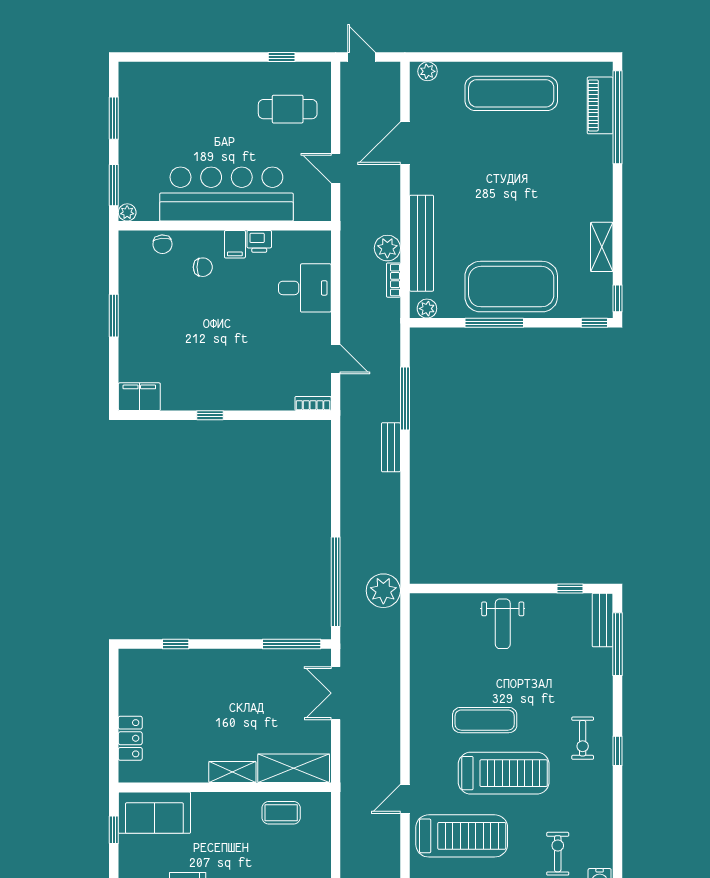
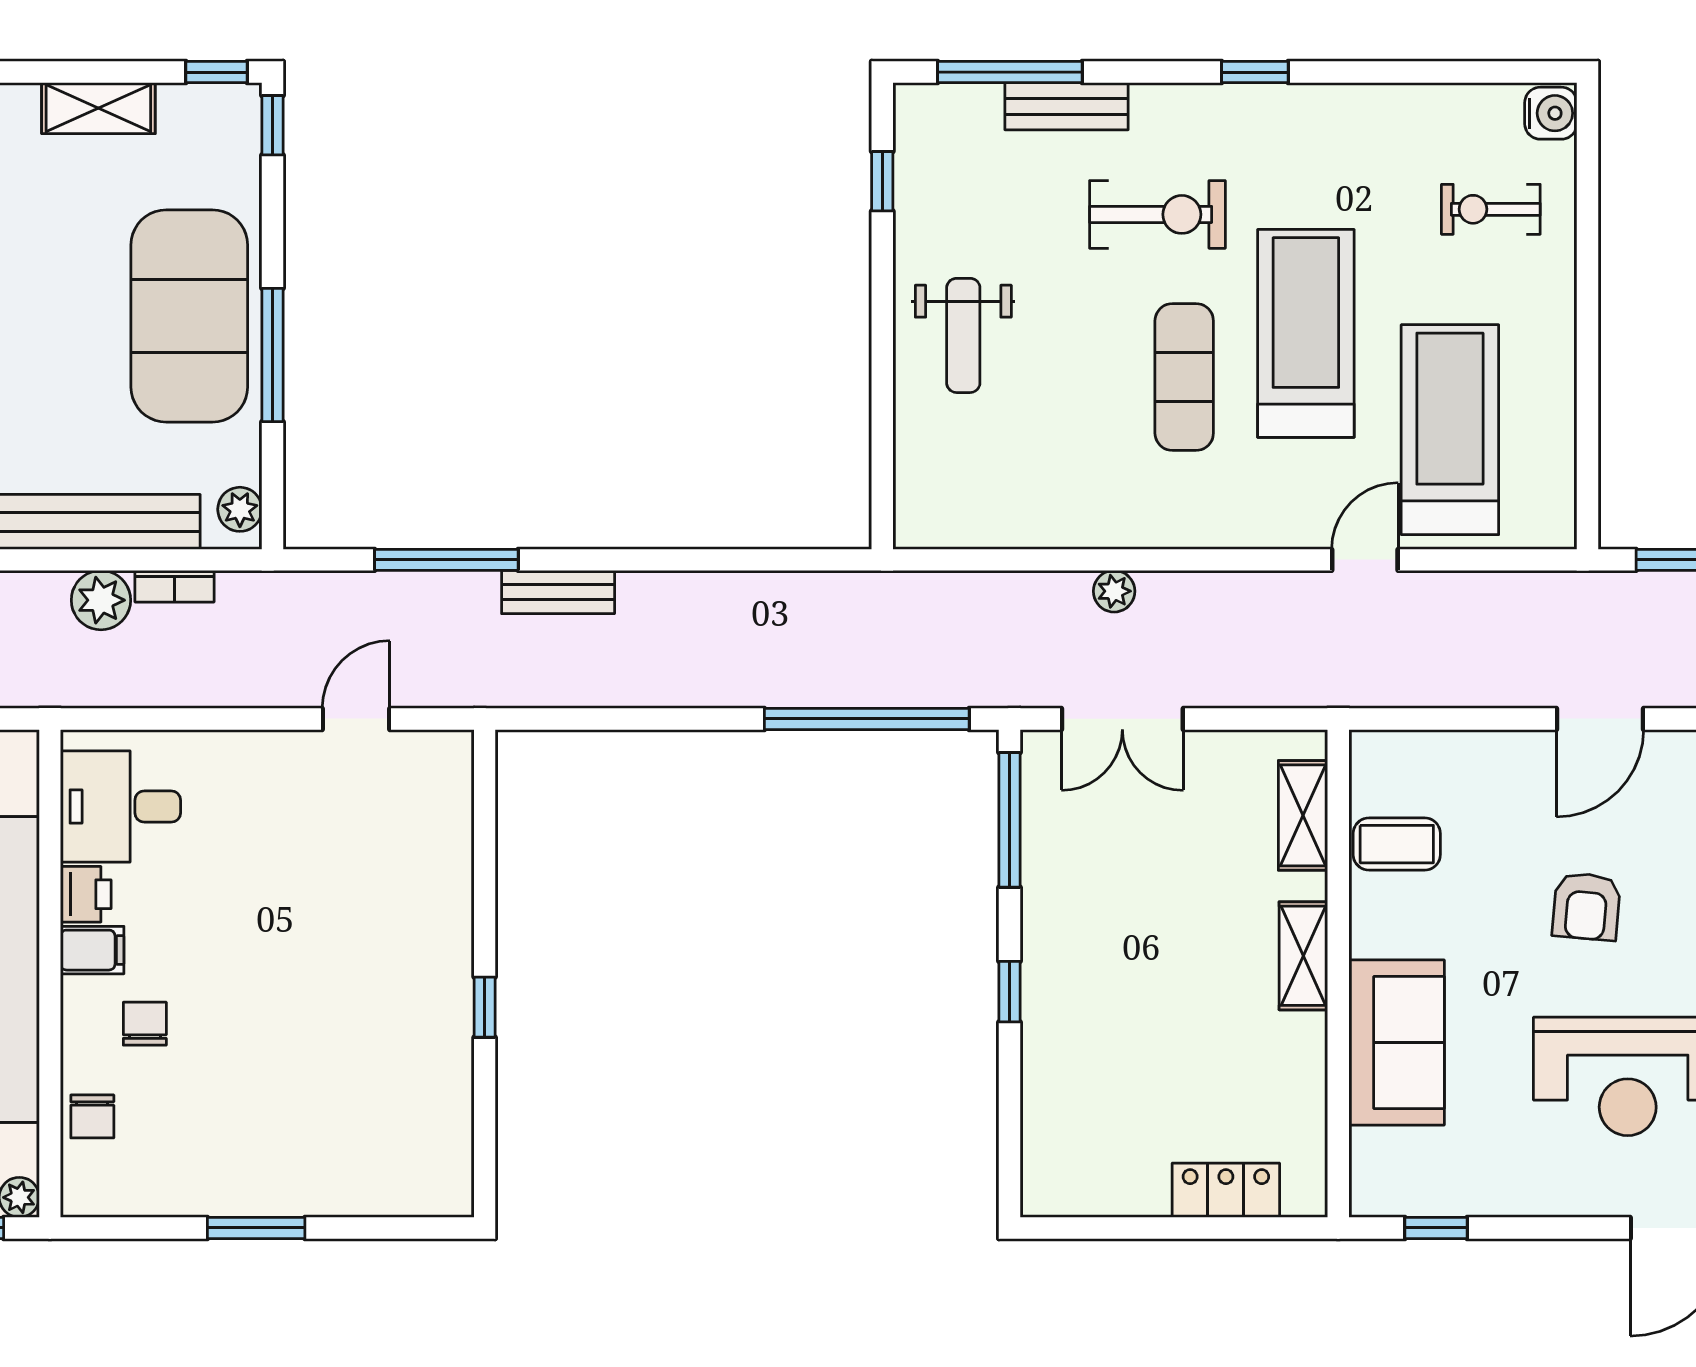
chair: (162, 244) -> (92, 1116), turned 95
desk: (305, 288) -> (120, 807), moved, turned -90
filing cabinet: (139, 397) -> (442, 1169), removed
bookcase: (313, 403) -> (458, 771), removed
plant: (383, 591) -> (1114, 591), moved, width x0.53, depth x0.53
bench: (603, 620) -> (1067, 106), moved
weight bench: (503, 624) -> (963, 335), turned 90
window: (176, 644) -> (1010, 992), moved
exercise bike: (583, 738) -> (1157, 214), moved, width x1.38, depth x1.39
shelving: (294, 768) -> (1303, 815), width x0.67, depth x0.75
door: (405, 799) -> (1365, 560), swing flipped
sofa: (154, 813) -> (1397, 1042), moved
coffee table: (281, 813) -> (1397, 844), turned 90

